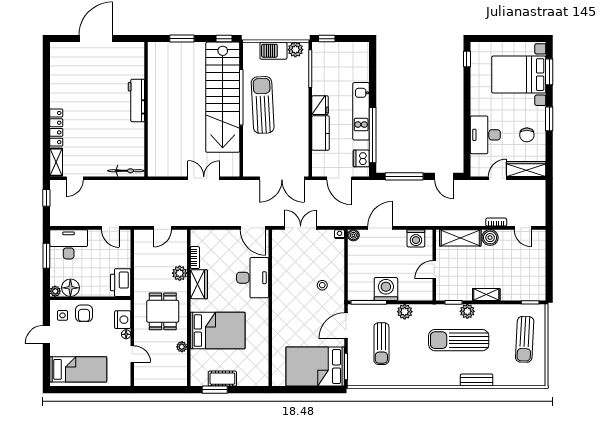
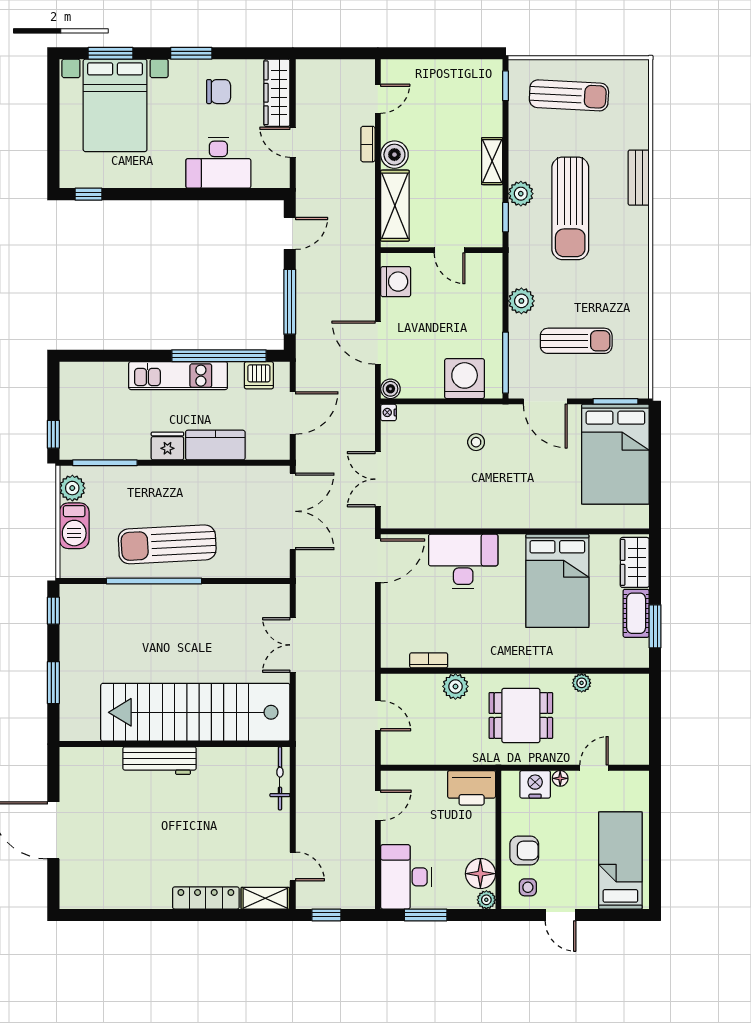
stairs: (223, 97) -> (195, 712), moved, turned 180
wardrobe: (199, 284) -> (635, 562), moved, turned -90
washing machine: (386, 289) -> (465, 379), moved, turned 90
bed: (218, 331) -> (557, 581), moved, turned 180

